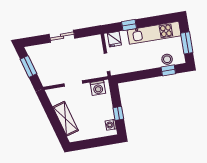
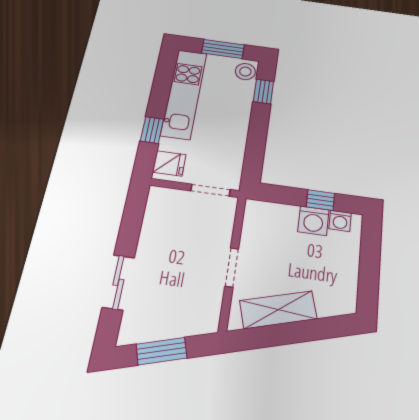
sliding door: (62, 36) -> (118, 282), moved
stool: (167, 59) -> (245, 72), moved
washing machine: (98, 88) -> (313, 221), moved, turned 90
shelving: (66, 119) -> (278, 310), moved

